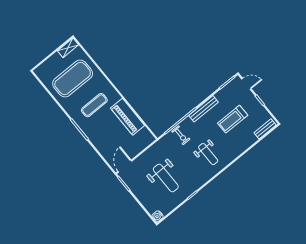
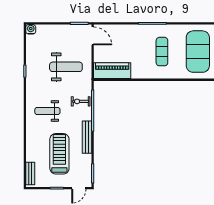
piano: (128, 117) -> (112, 71), moved
treadmill: (233, 119) -> (59, 154), width x1.37, depth x1.38
weight bench: (166, 178) -> (66, 67), moved, turned 180

